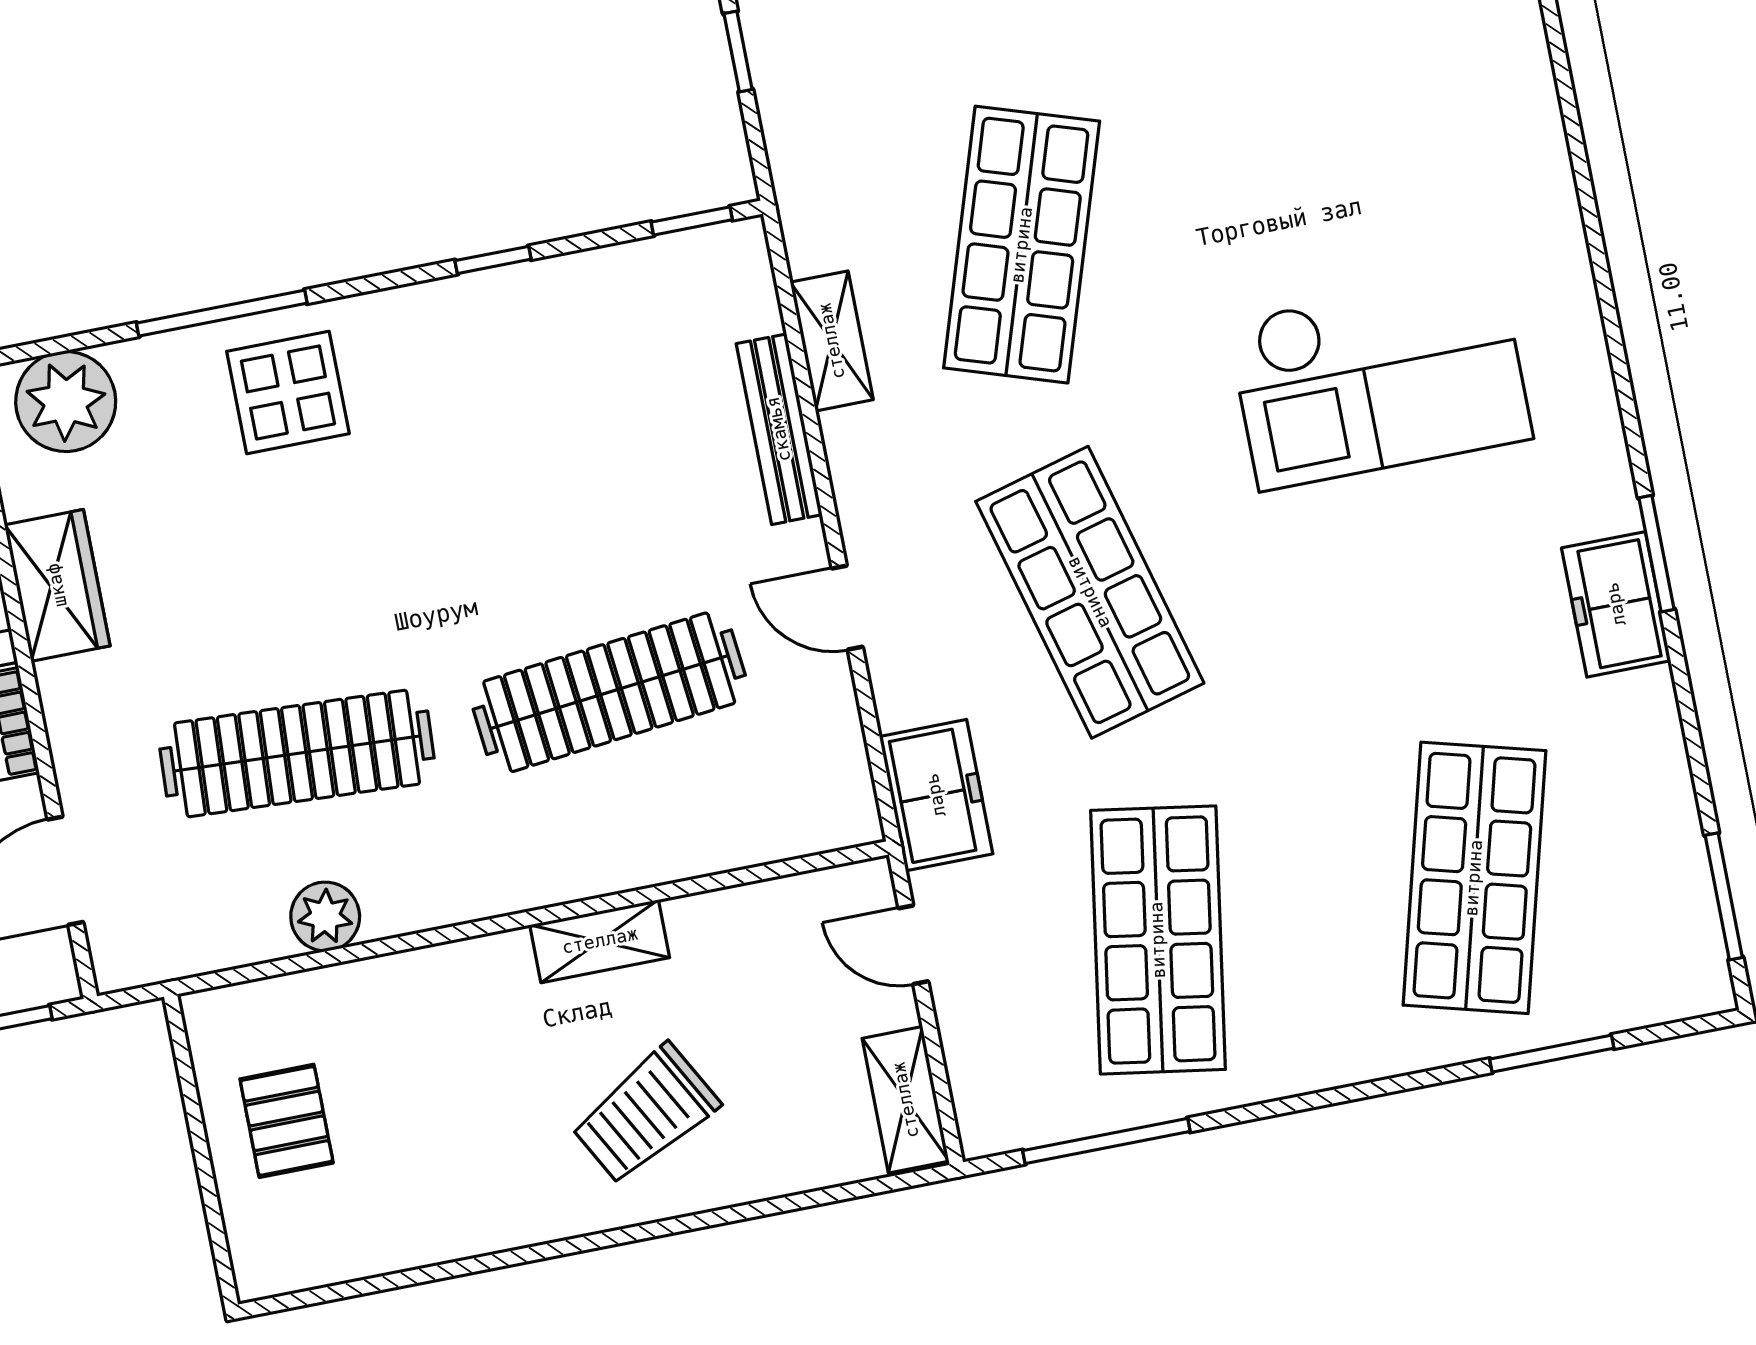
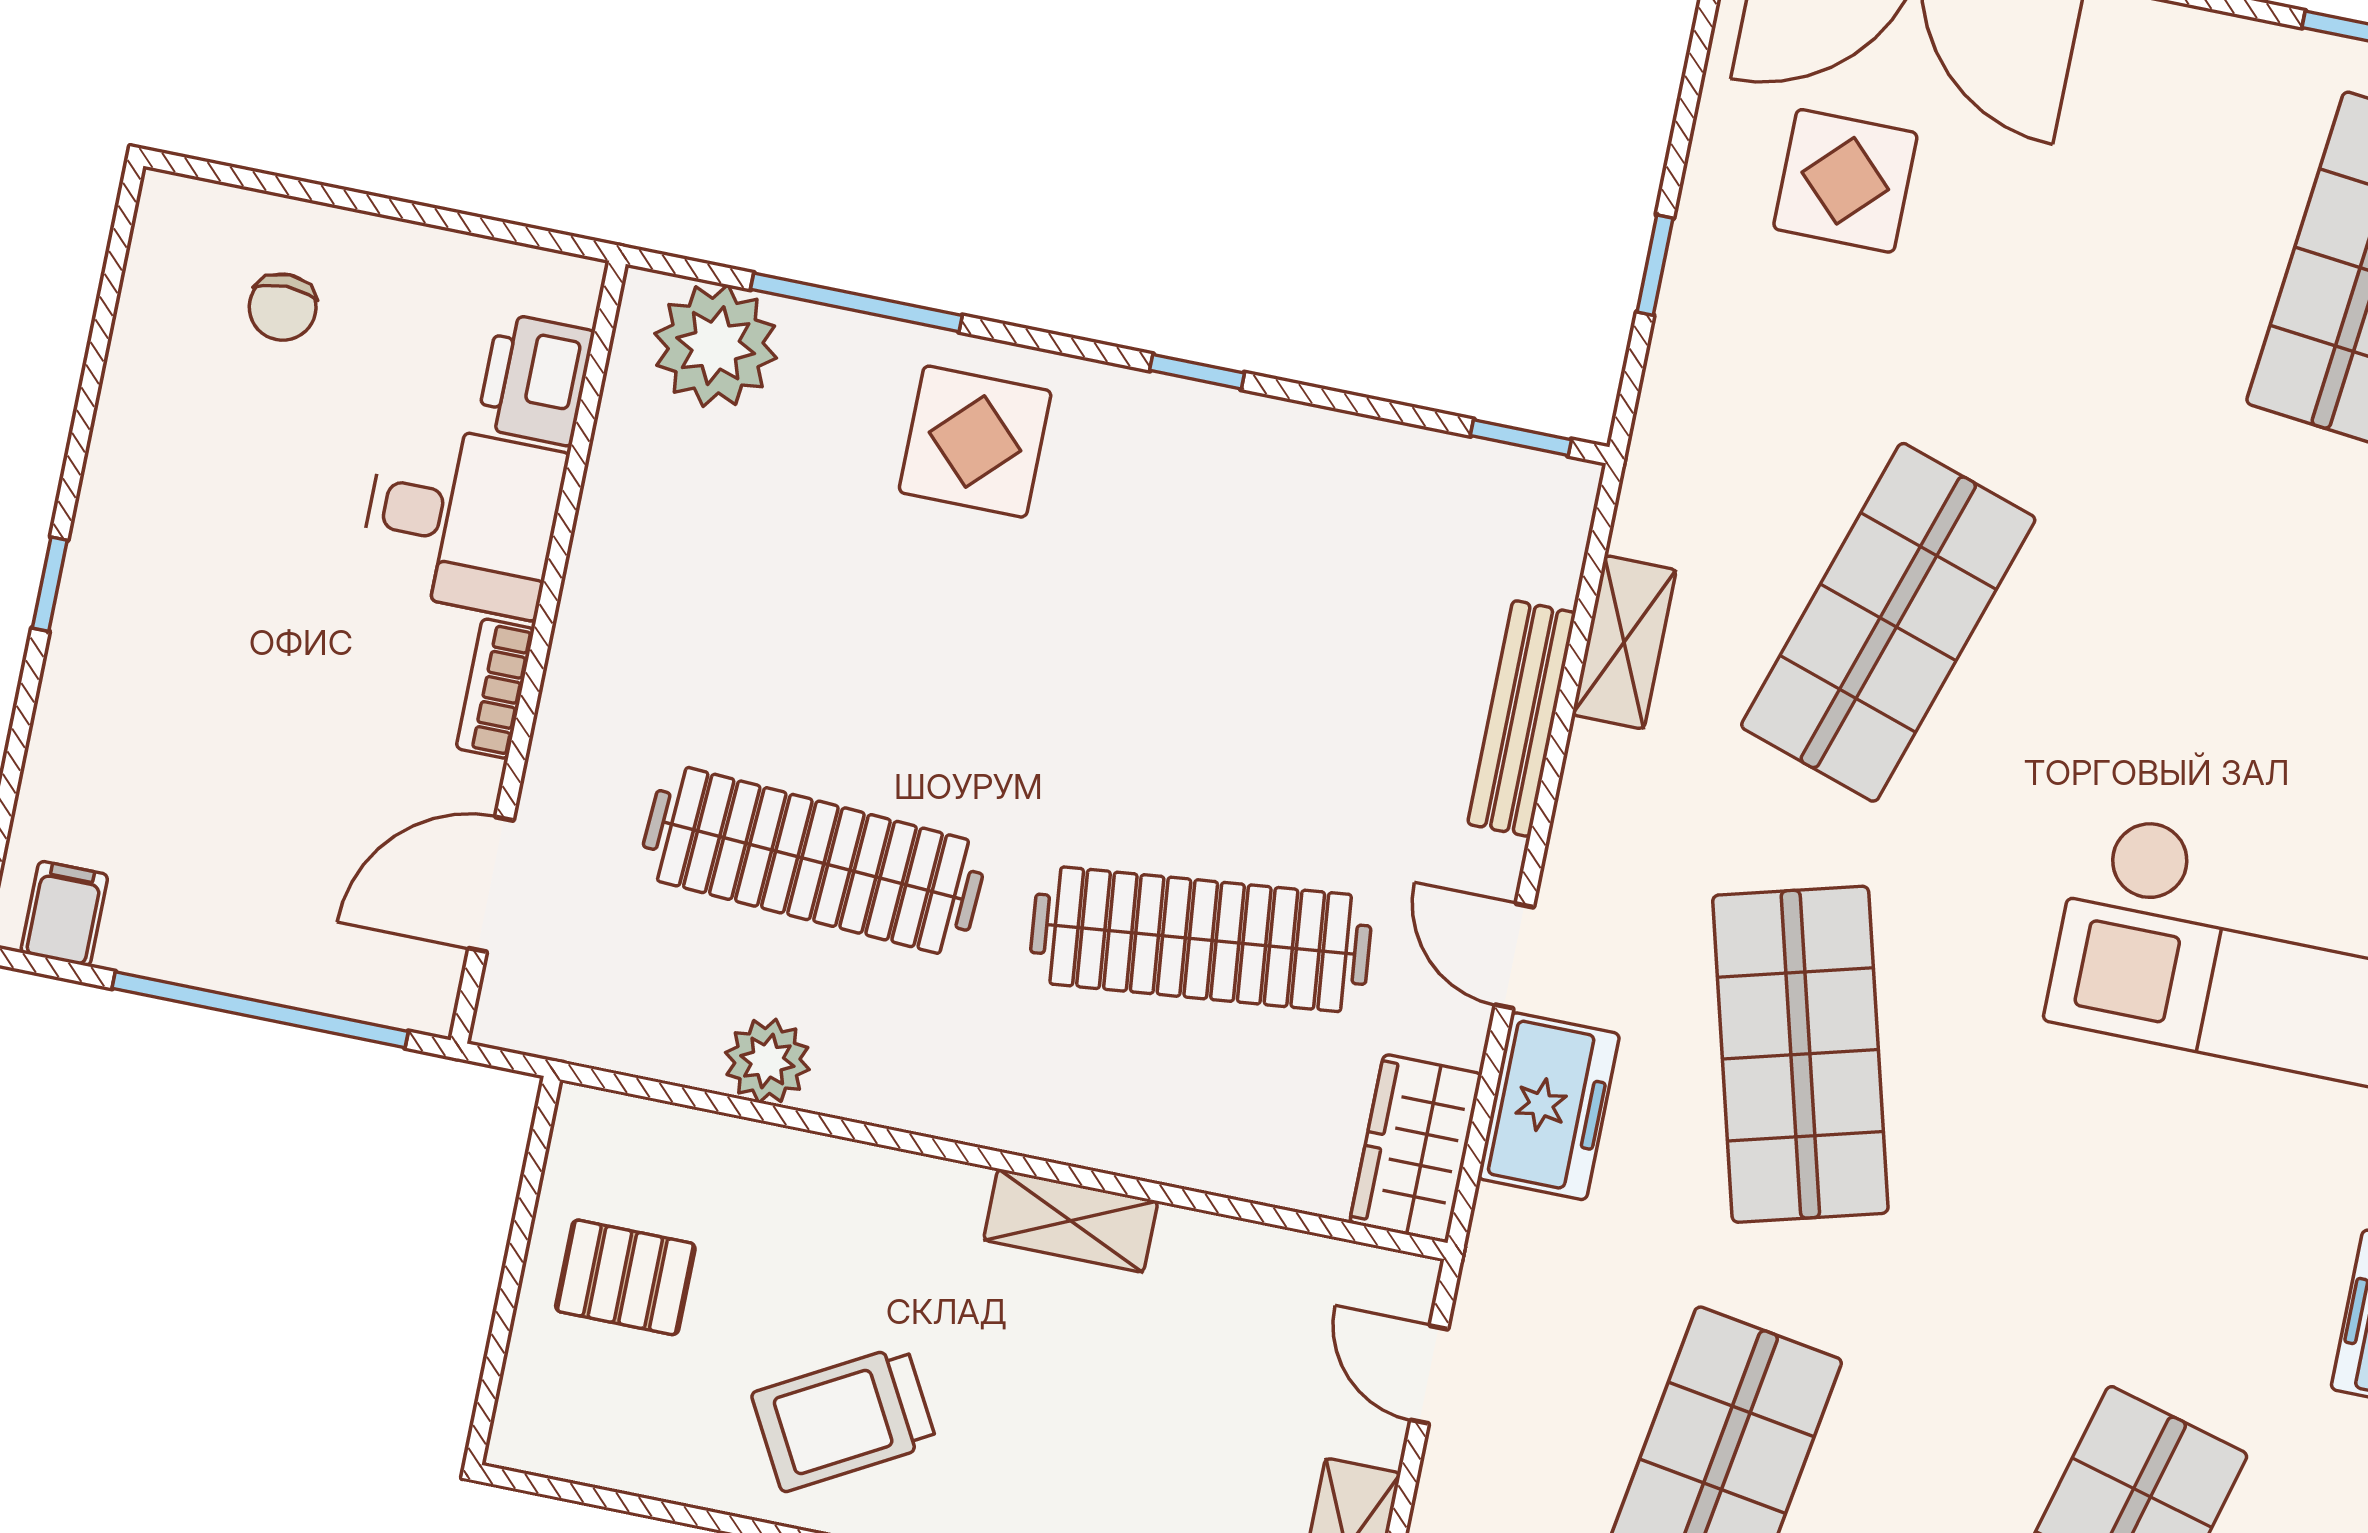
window: (493, 260) -> (1197, 372), moved
window: (222, 313) -> (856, 302), moved
wardrobe: (57, 585) -> (1416, 1148), moved, turned 180
freezer: (936, 795) -> (1549, 1106), moved
trolley: (645, 1114) -> (844, 1419), moved
pallet: (287, 1121) -> (625, 1277), turned 90

